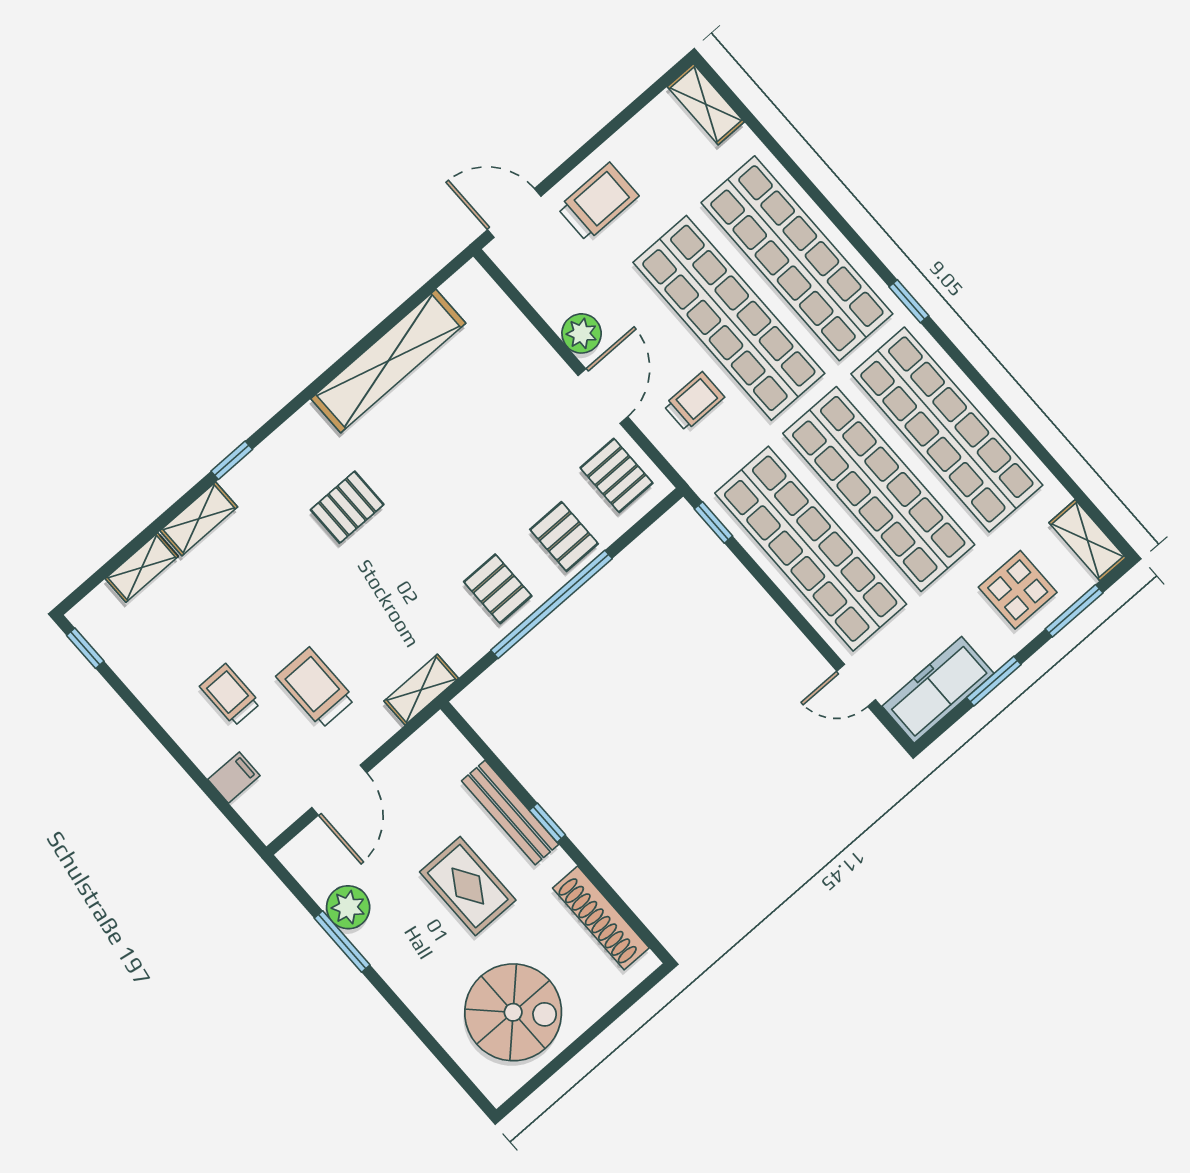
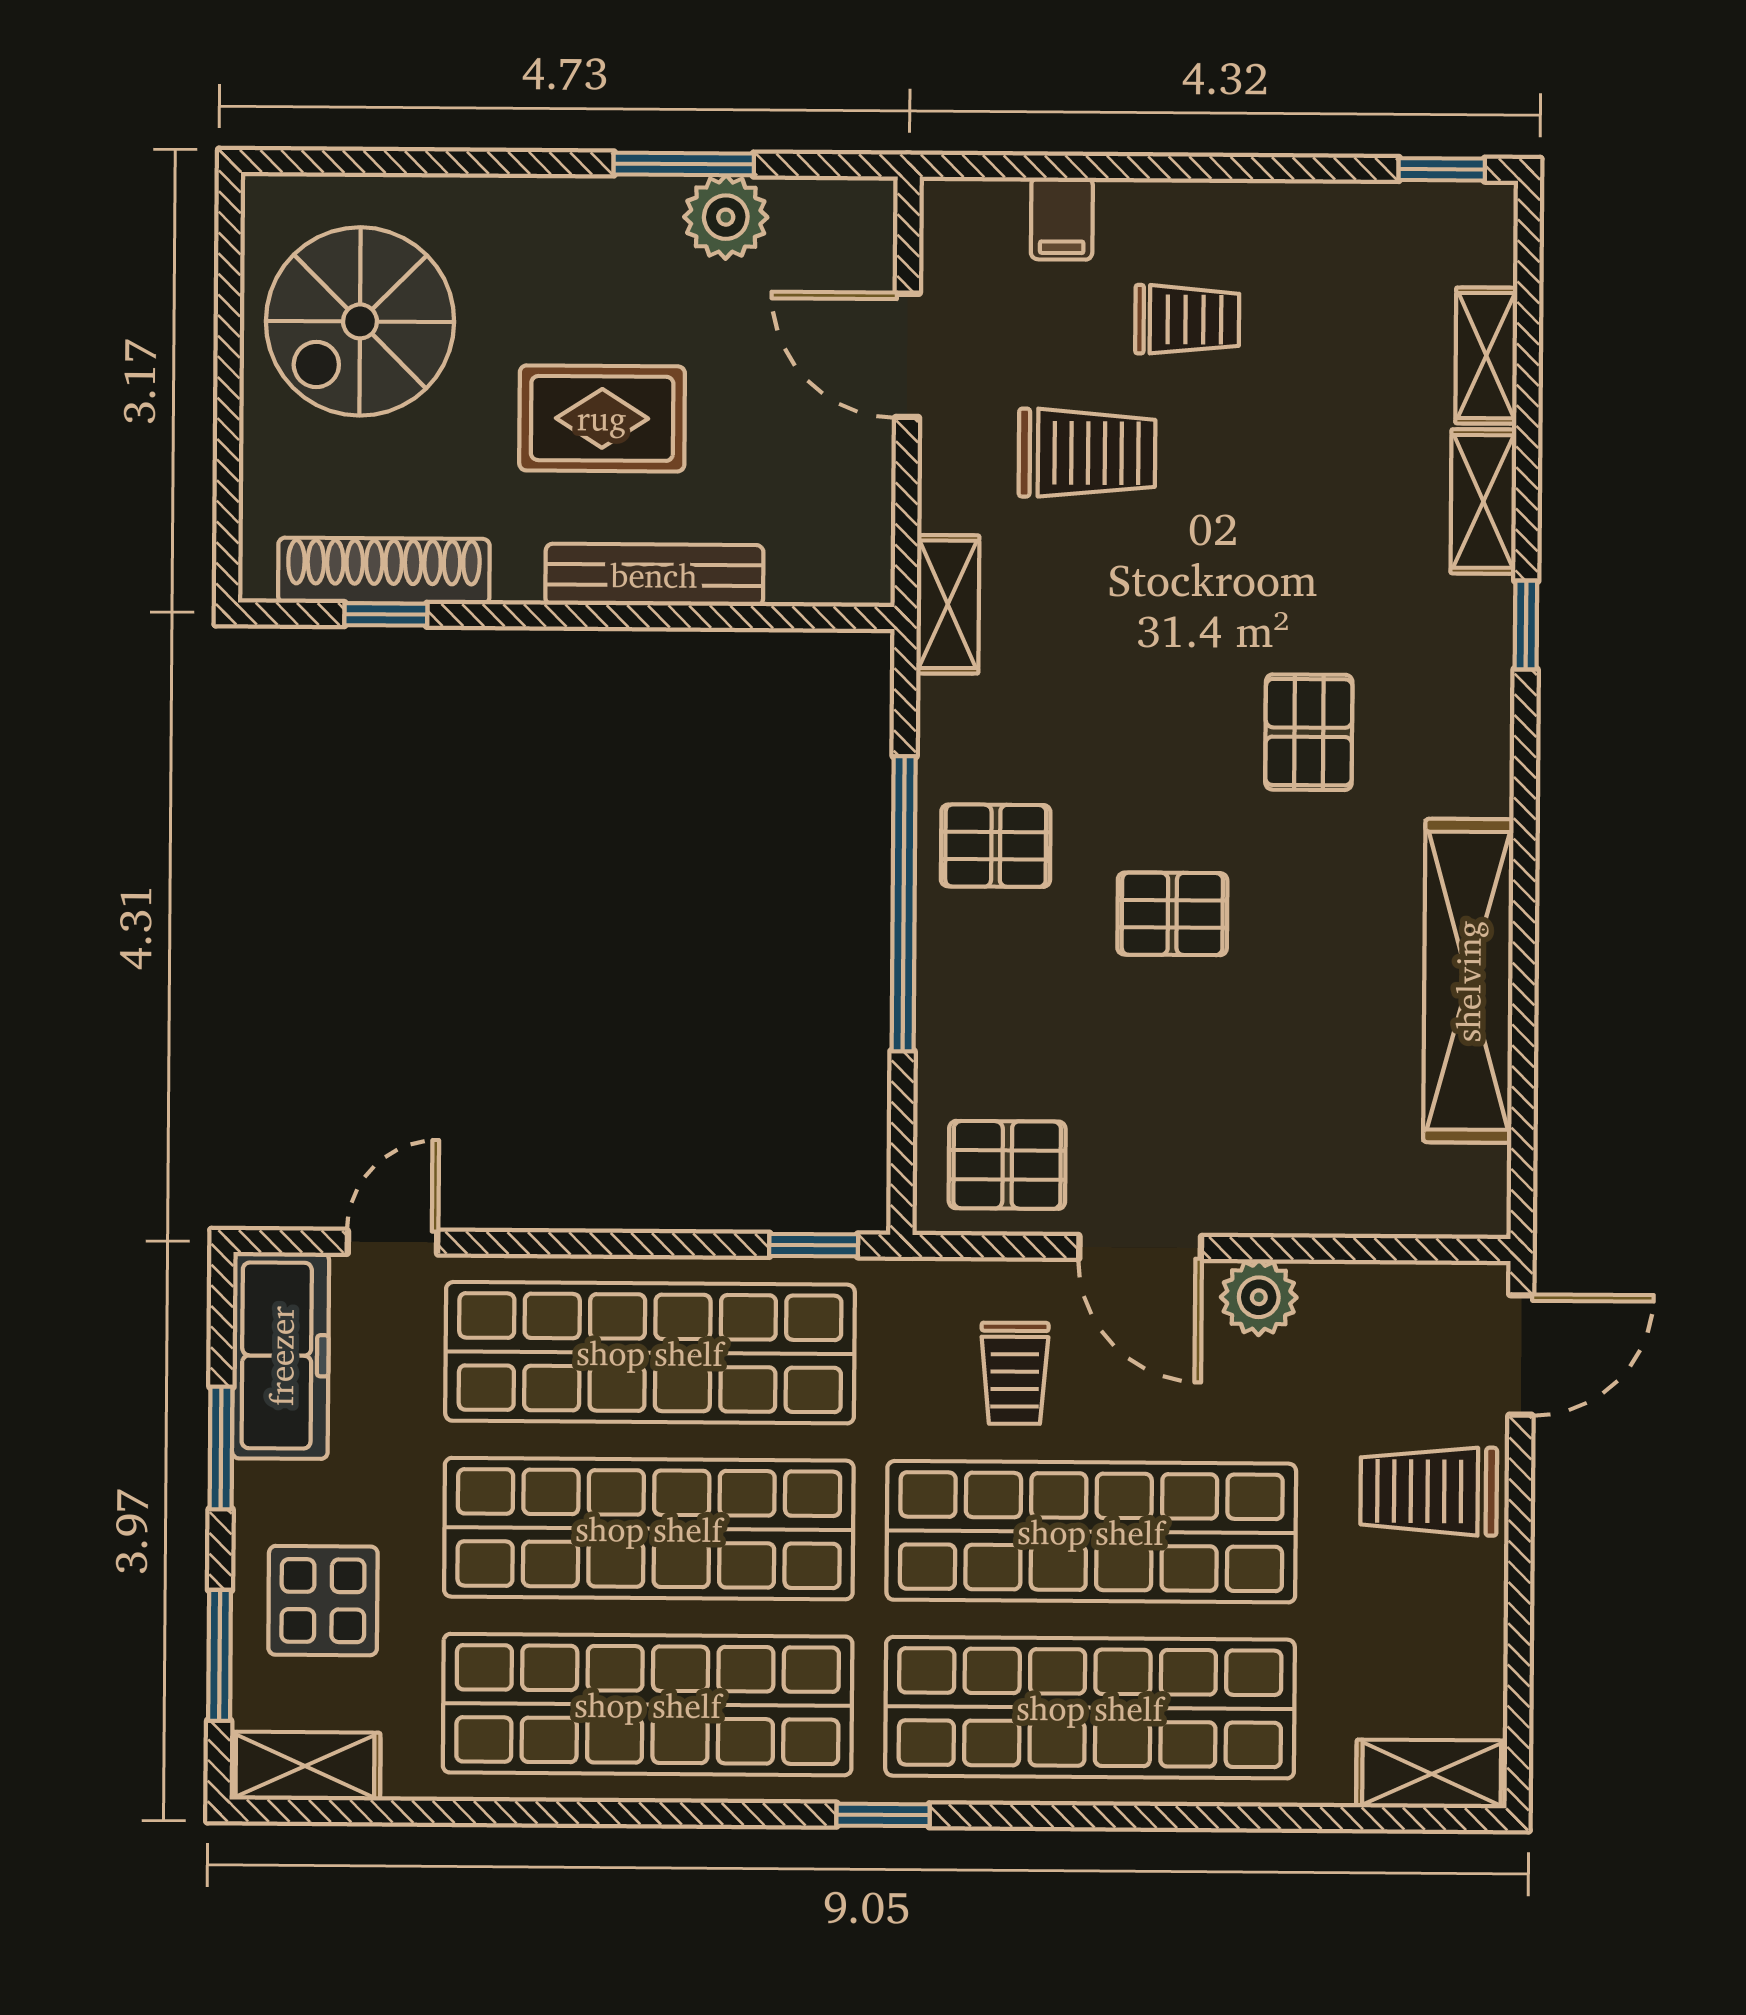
trolley: (598, 202) -> (1429, 1491), turned 90
pallet: (564, 537) -> (1172, 914), moved
window: (547, 823) -> (386, 614), moved

